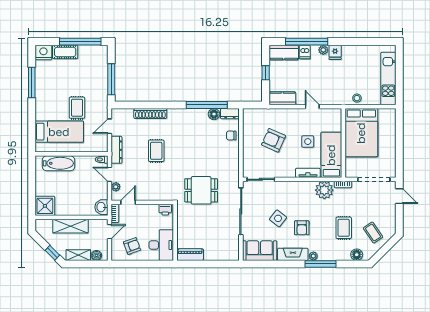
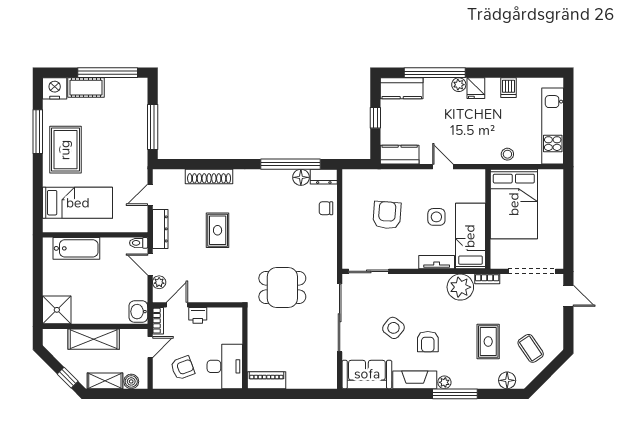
dishwasher: (305, 52) -> (508, 88), moved
rug: (77, 108) -> (65, 150), moved, width x1.36, depth x1.43
armchair: (274, 140) -> (387, 215), turned 70
printer: (165, 210) -> (198, 315), moved

